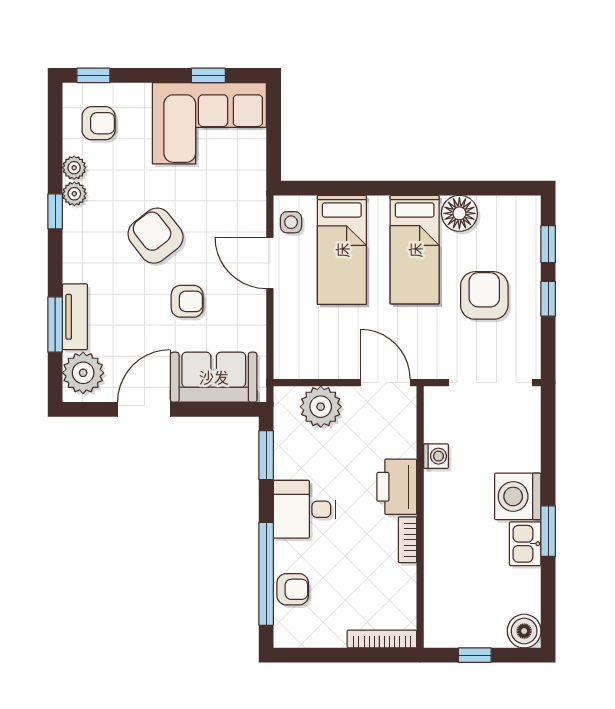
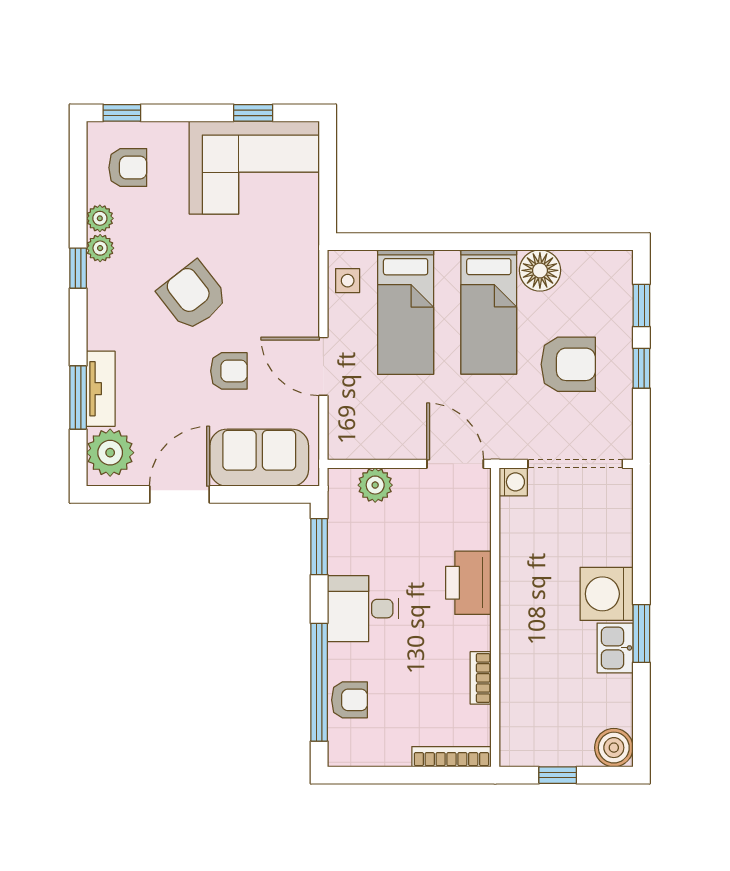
door: (270, 263) -> (323, 366), moved
armchair: (484, 295) -> (568, 364), turned 90
plant: (321, 407) -> (375, 485), width x0.73, depth x0.73
washing machine: (436, 456) -> (513, 482), moved
bookcase: (408, 540) -> (481, 678), moved

